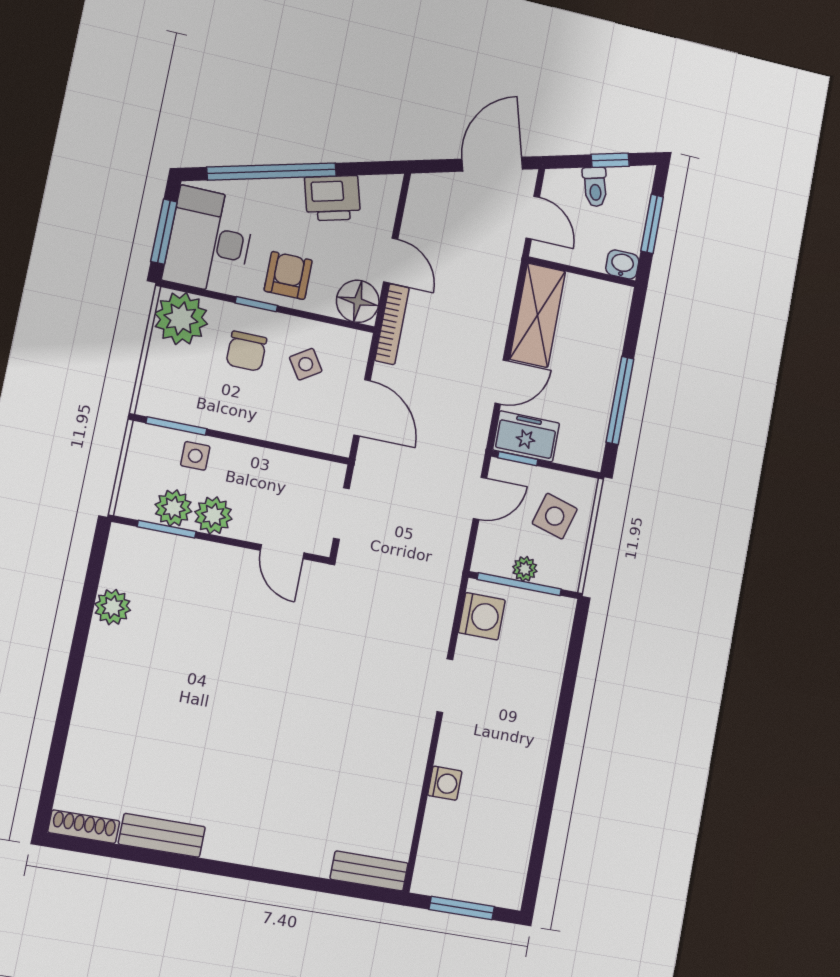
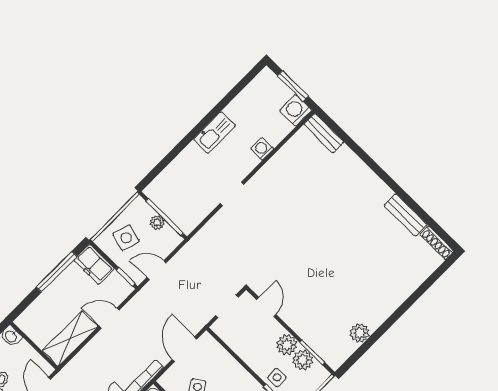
freezer: (526, 436) -> (94, 264), moved
washing machine: (482, 616) -> (296, 110), moved
kitchen sink: (530, 758) -> (214, 133), added

